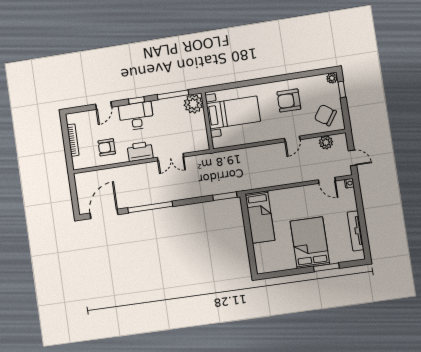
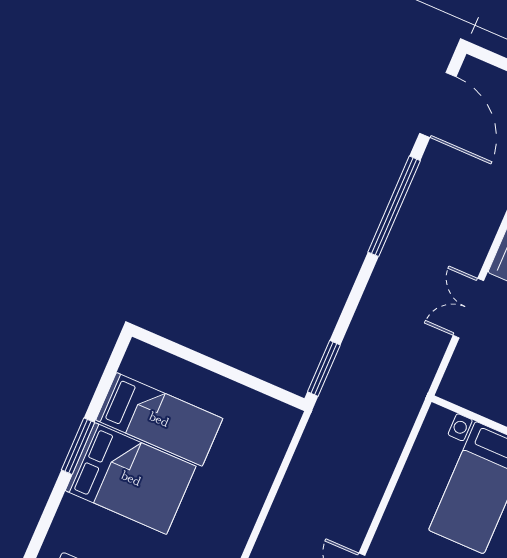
bed: (260, 217) -> (159, 419), moved, turned 180
window: (326, 267) -> (78, 446), moved

